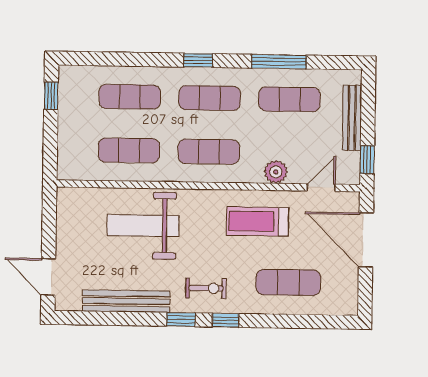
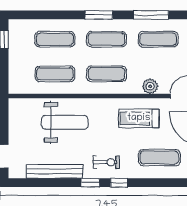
window: (198, 60) -> (99, 15), width x1.50
weight bench: (143, 225) -> (65, 122), turned 180

